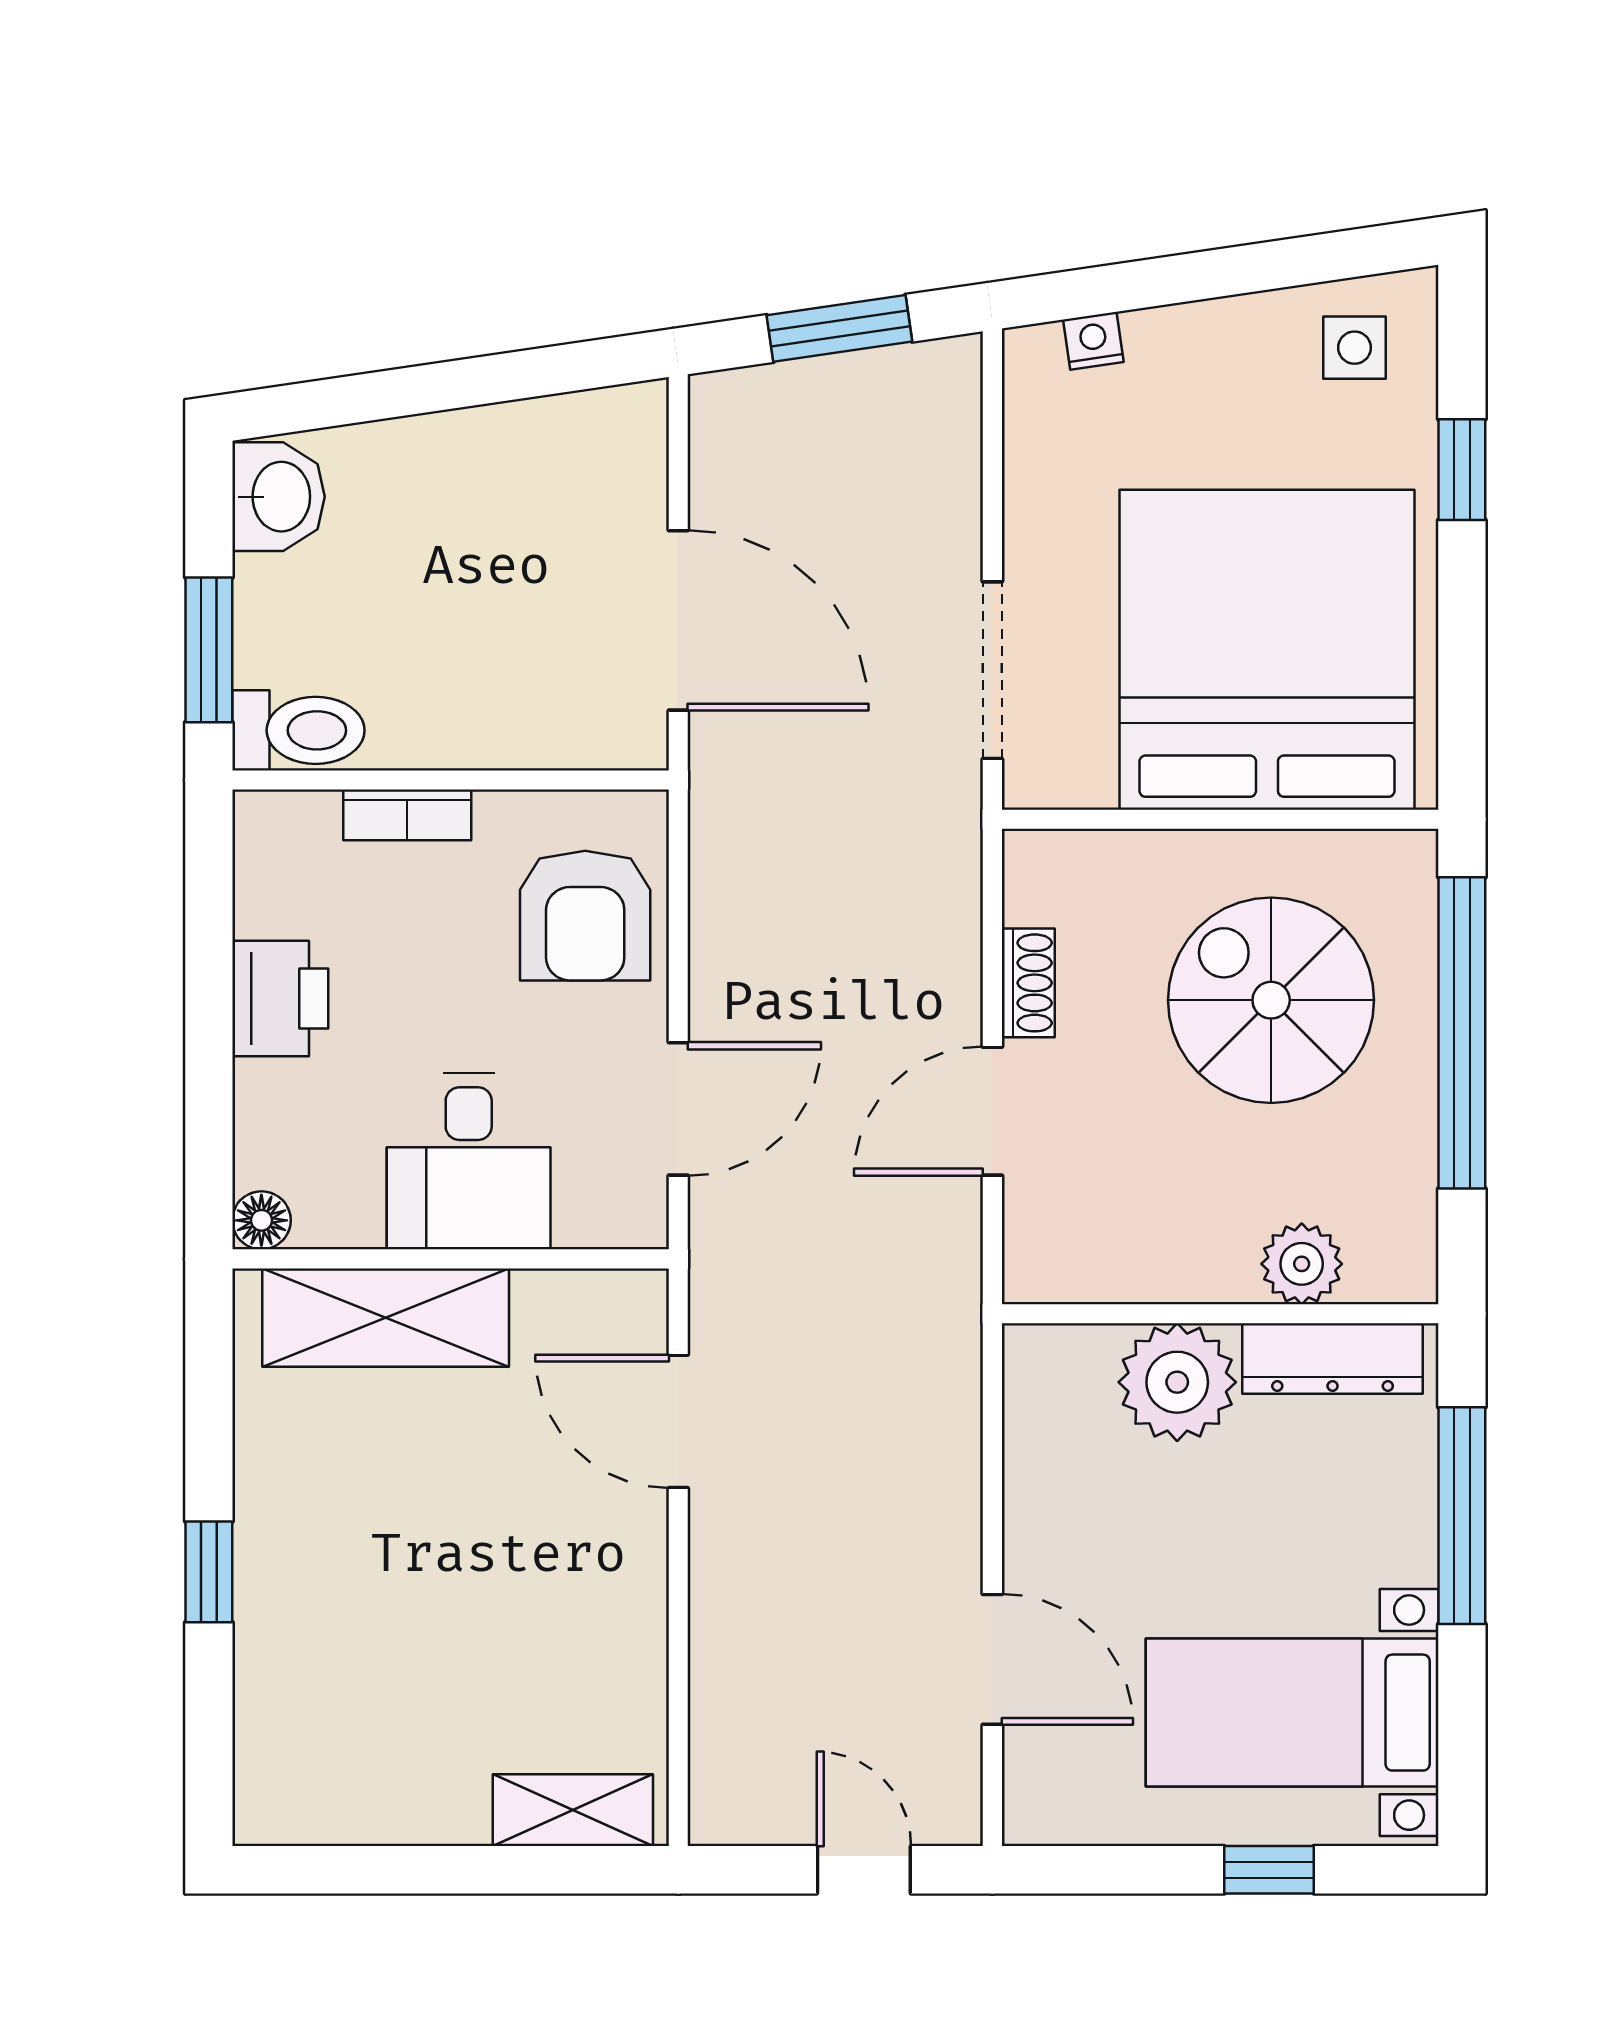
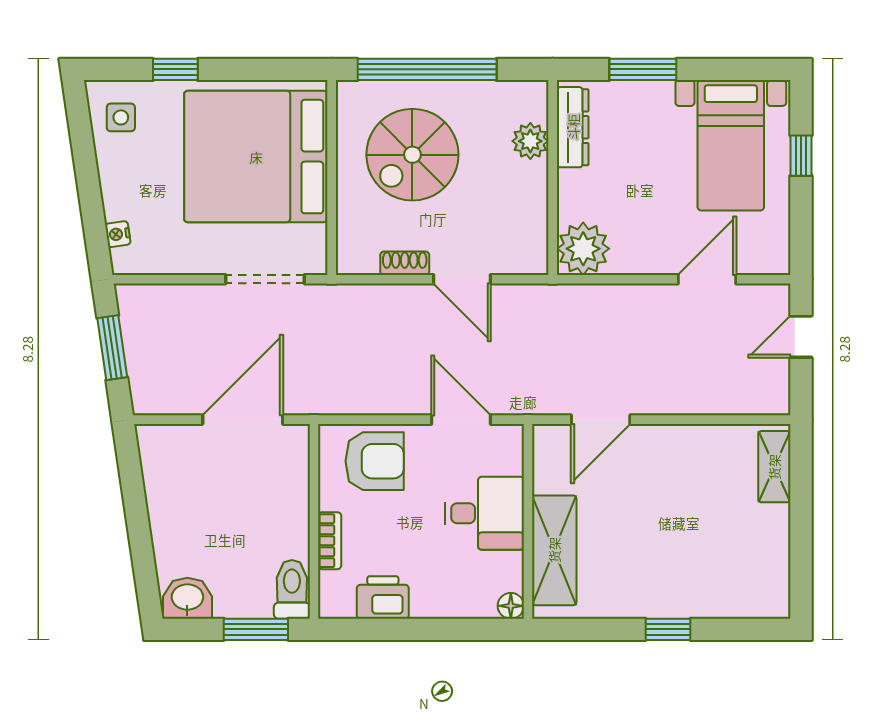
printer: (280, 999) -> (383, 597), moved
plant: (1177, 1382) -> (583, 249), moved
window: (1462, 1516) -> (643, 69), width x0.69

